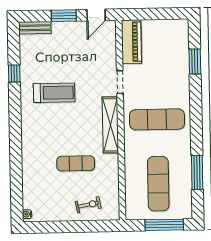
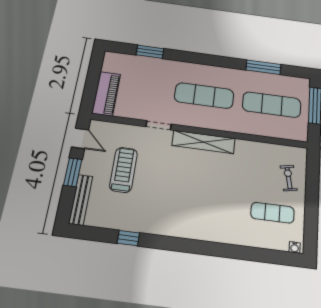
bench: (35, 28) -> (81, 200), width x1.36
piano: (131, 42) -> (106, 94), moved, turned 90
treadmill: (54, 93) -> (124, 170), moved
exercise mat: (157, 119) -> (204, 96), turned 90
exercise mat: (76, 163) -> (272, 213), moved, turned 90

